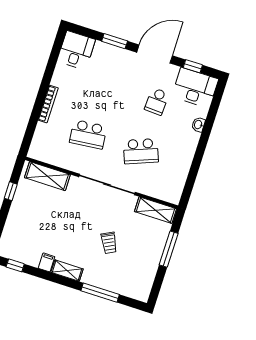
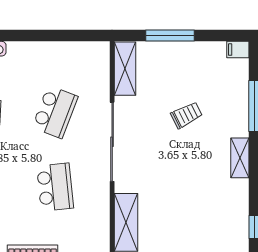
school desk: (141, 151) -> (55, 112), turned 42
filing cabinet: (46, 262) -> (238, 50), moved

